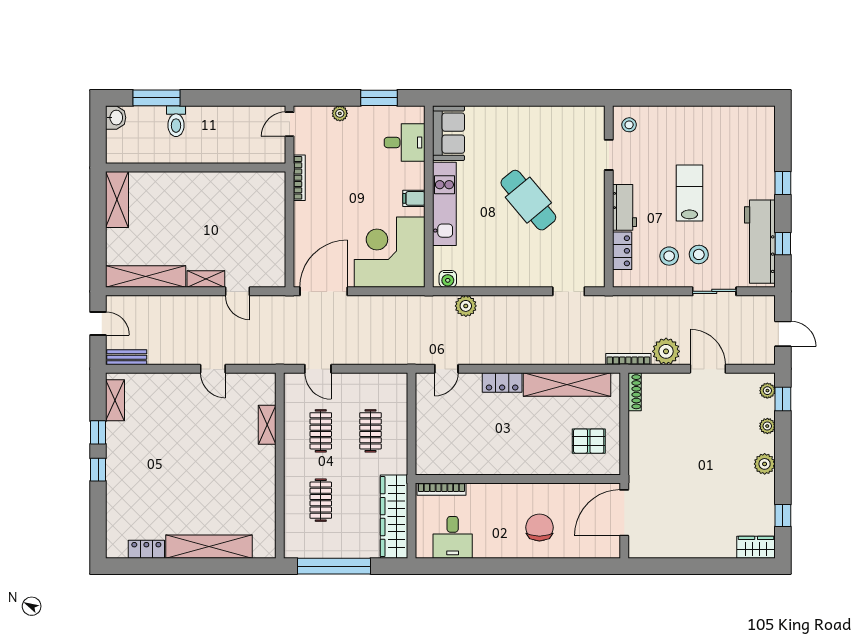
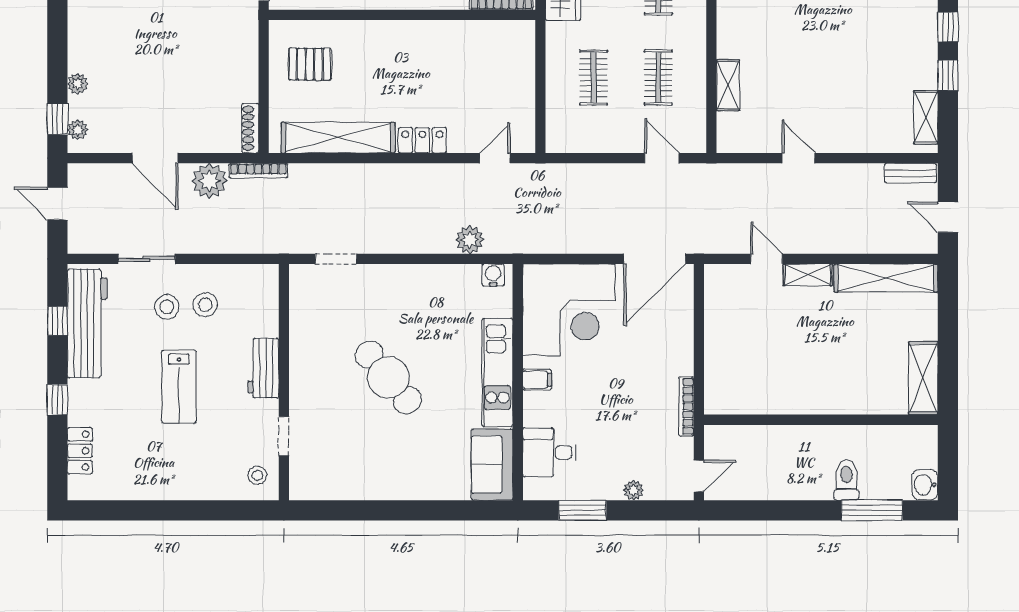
locker: (622, 251) -> (80, 451), moved, turned 180
plant: (765, 464) -> (81, 34), removed

